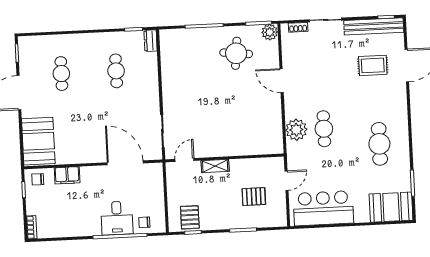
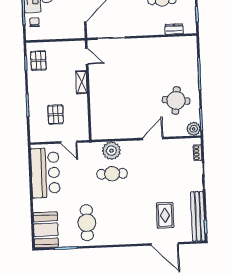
dresser: (151, 41) -> (174, 29), moved
cafe table: (379, 144) -> (87, 223), moved, turned 90
pallet: (190, 217) -> (38, 61), turned 90

